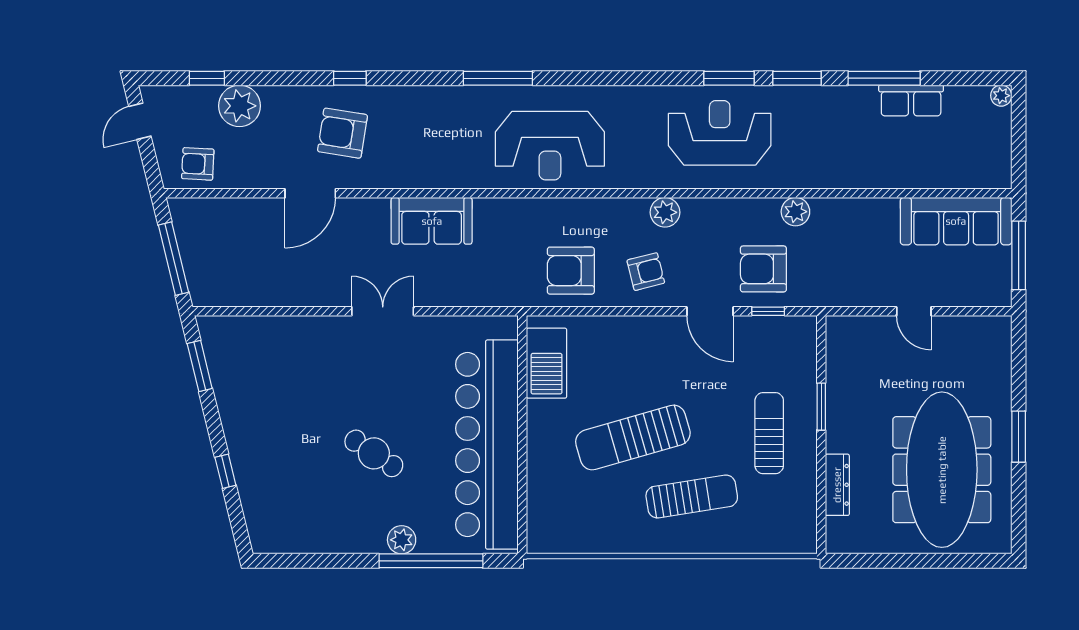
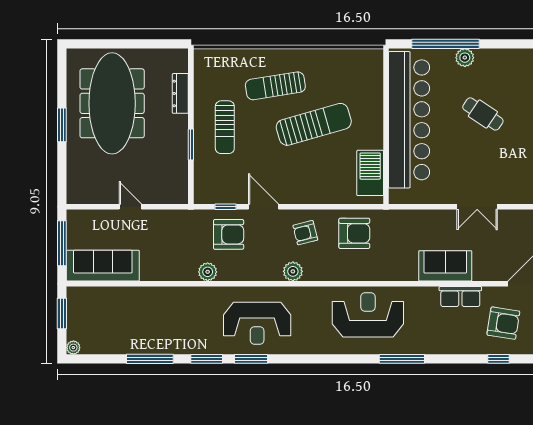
row of seats: (911, 100) -> (460, 297), moved, turned 180
window: (1019, 148) -> (62, 314), added

